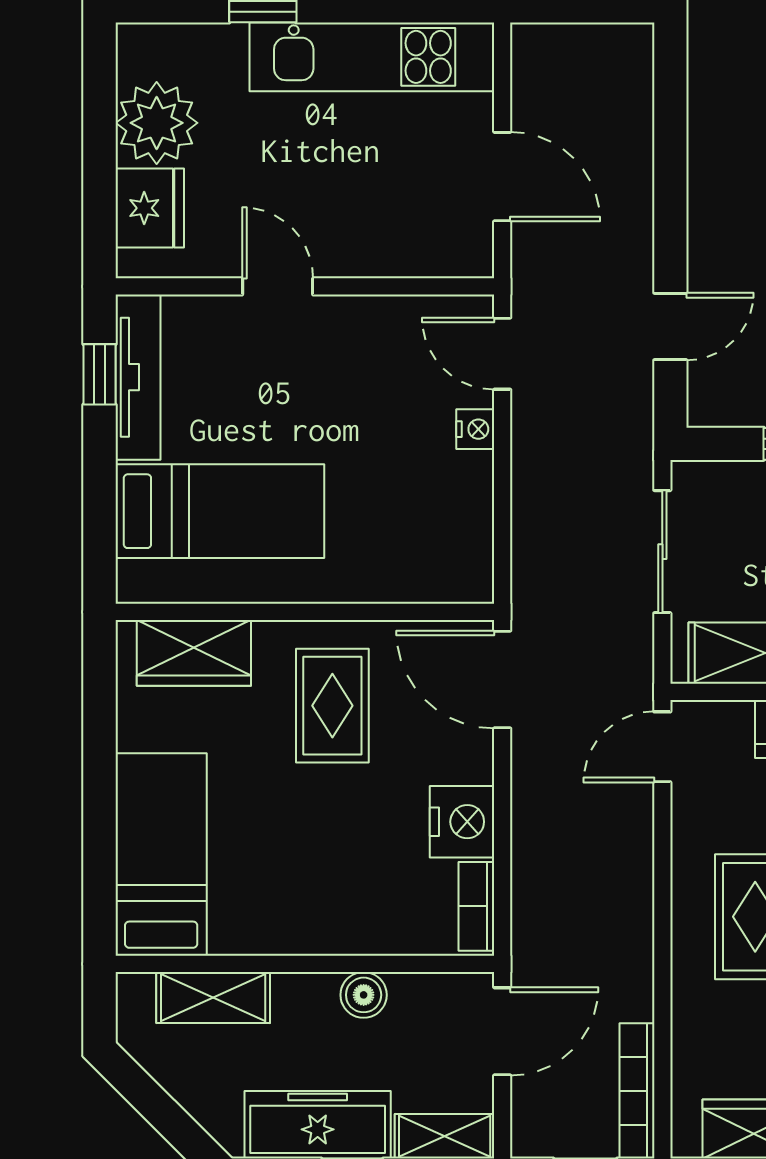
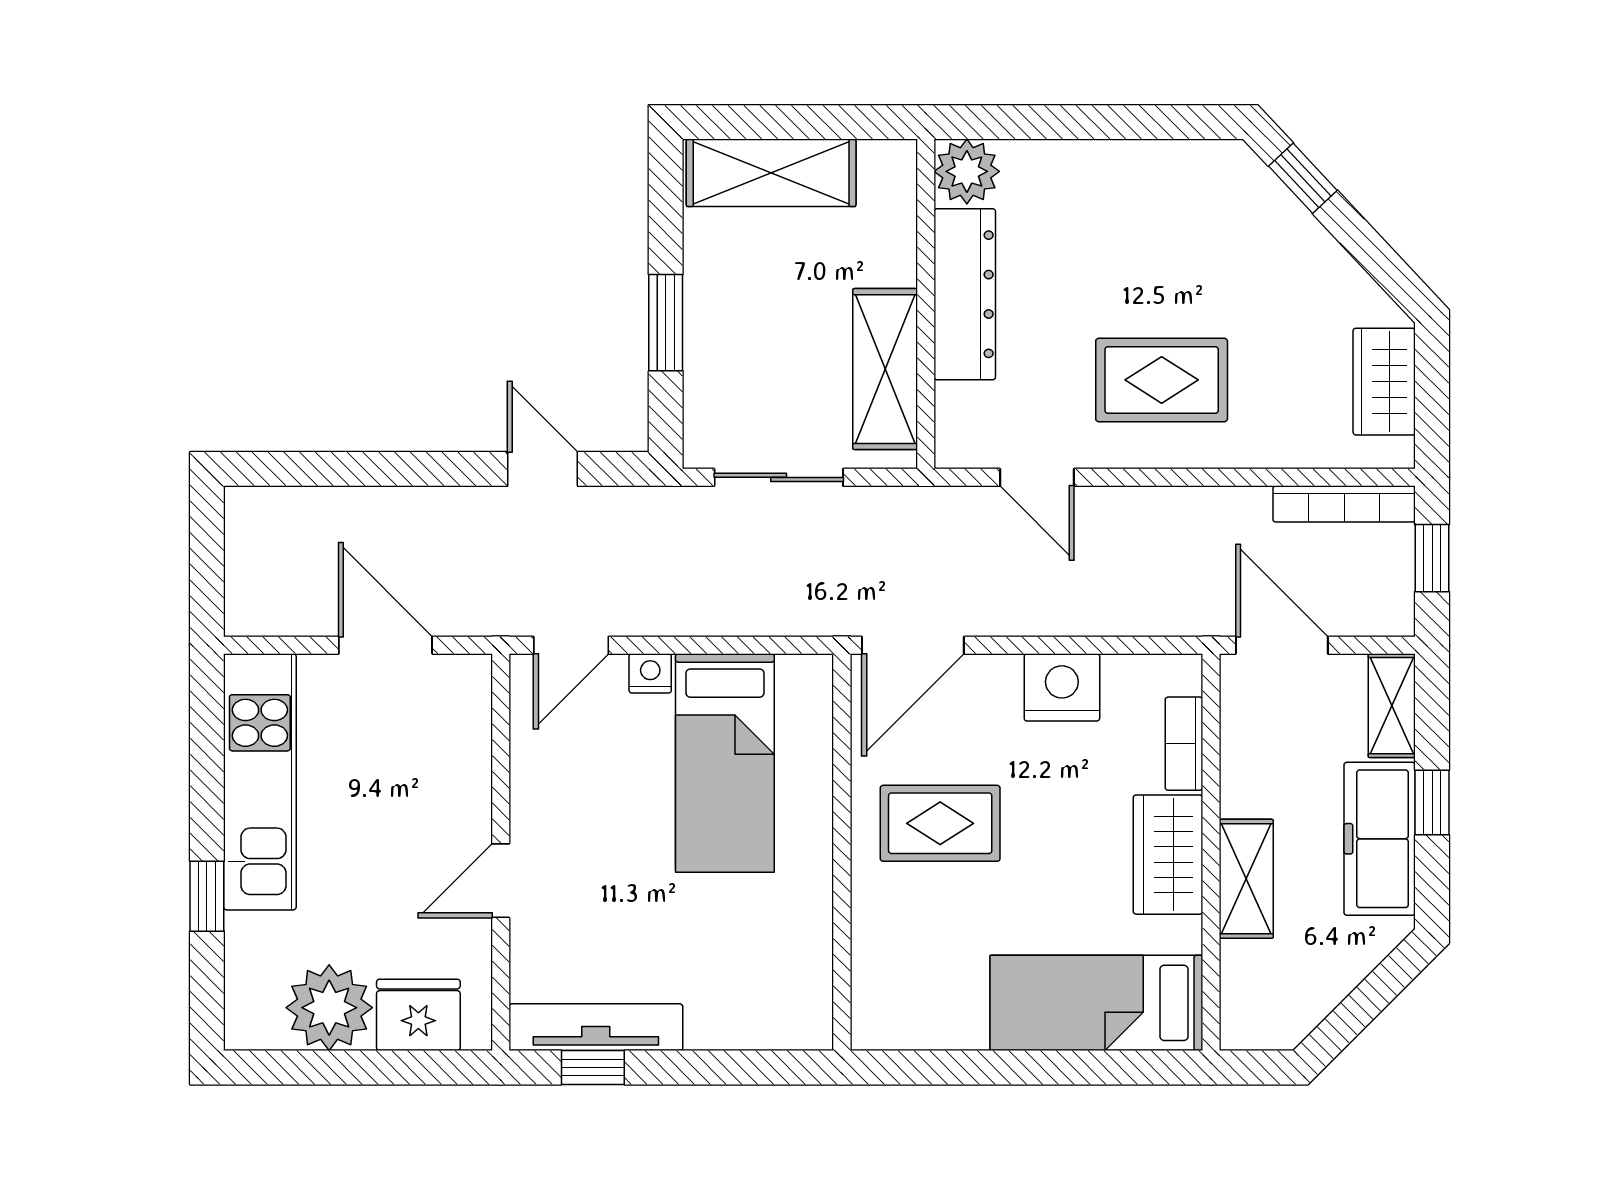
door: (502, 177) -> (385, 645), hinge flipped
bed: (220, 511) -> (725, 763), moved, turned 180
wardrobe: (194, 653) -> (1168, 855), moved, turned 180
door: (662, 747) -> (1037, 477), moved
bookcase: (476, 906) -> (1184, 744), moved, turned 90
boiler: (364, 995) -> (1244, 791), removed
shelving: (213, 997) -> (1246, 879), moved

